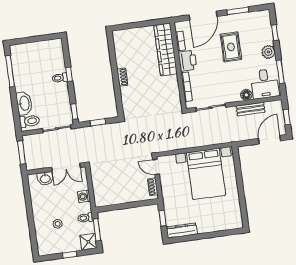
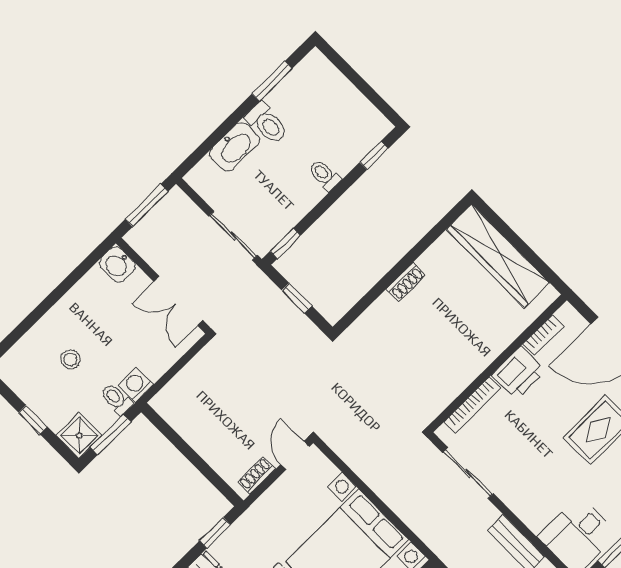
wardrobe: (165, 49) -> (498, 256), moved, turned -90
window: (10, 71) -> (272, 81), width x0.69
window: (69, 74) -> (374, 155), moved
floor lamp: (246, 95) -> (535, 518), removed
toilet: (29, 121) -> (267, 123), moved
washbasin: (45, 178) -> (117, 264), moved
washing machine: (84, 196) -> (136, 385), moved

